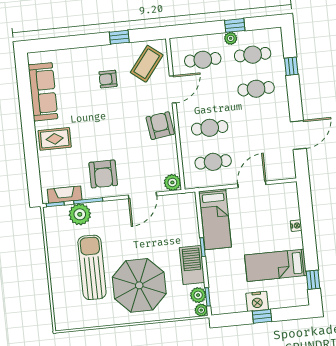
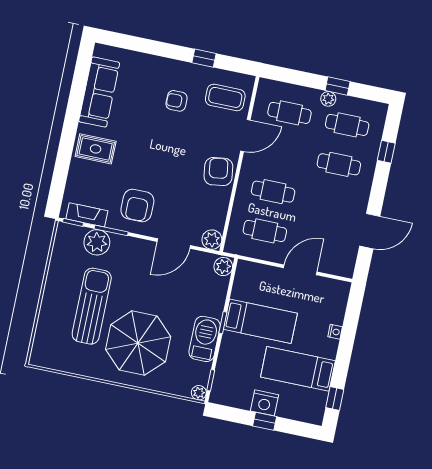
coffee table: (147, 64) -> (225, 97), turned 52
bed: (215, 219) -> (260, 321), moved, turned -90
plant: (198, 295) -> (223, 267), moved

